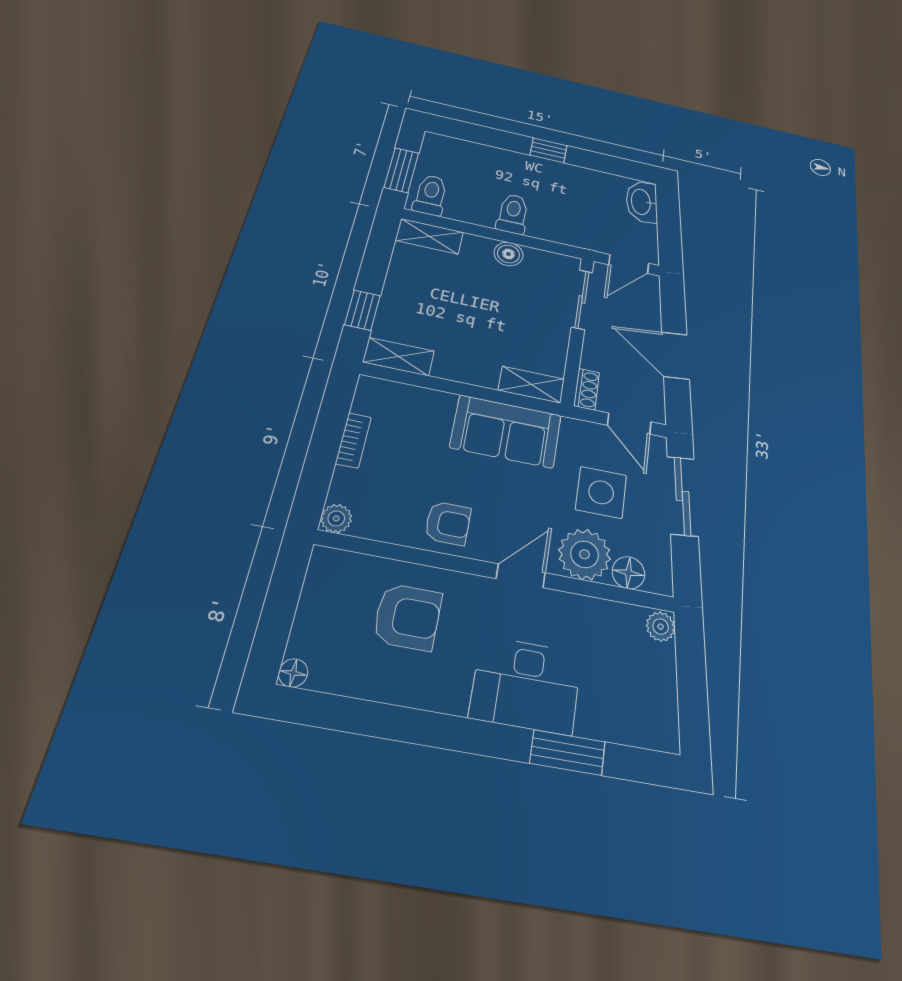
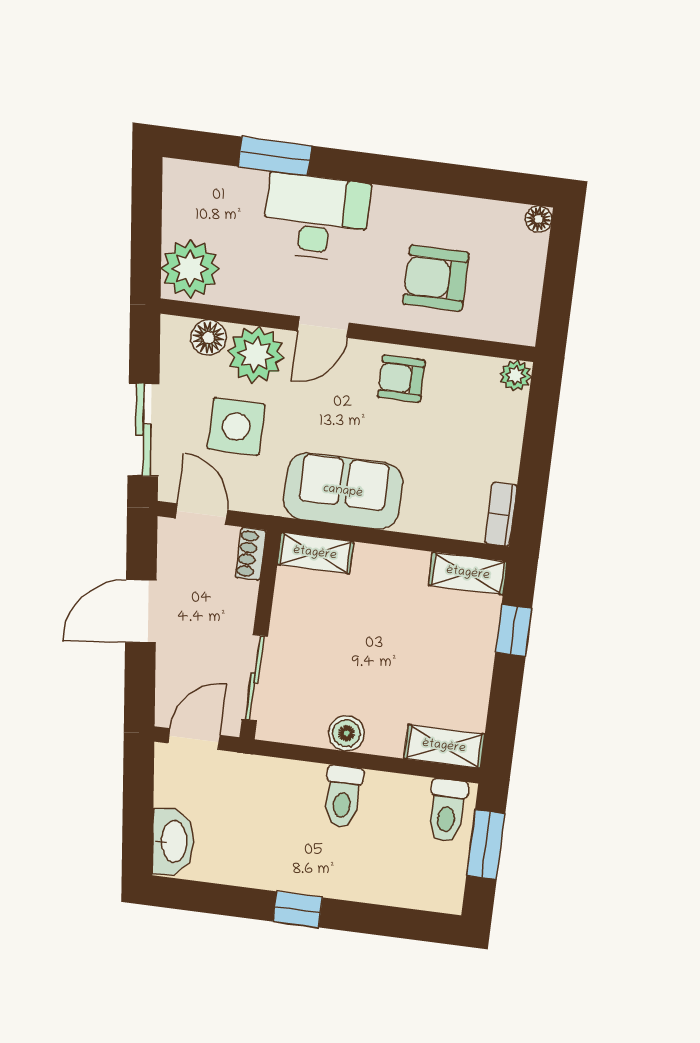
door: (675, 356) -> (141, 611), swing flipped
bookcase: (353, 440) -> (501, 514), moved
plant: (661, 627) -> (190, 269), width x1.87, depth x1.87

